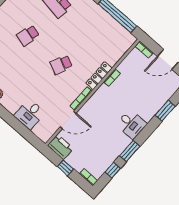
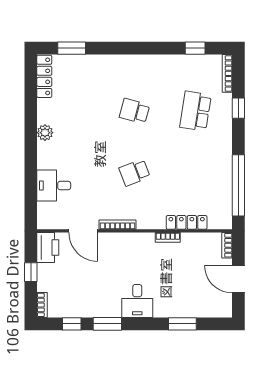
school desk: (61, 65) -> (135, 173), turned -45
locker: (99, 76) -> (187, 222), moved

